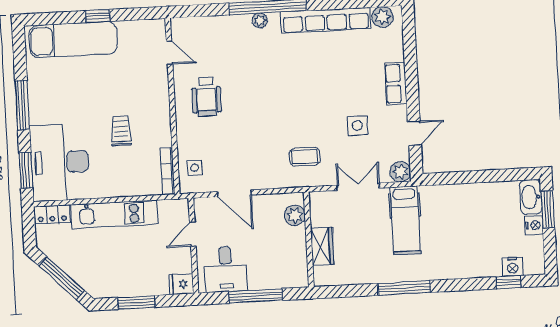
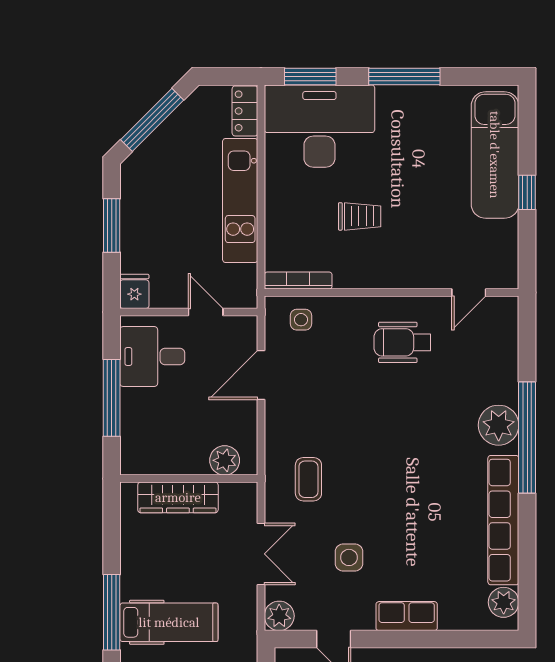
plant: (260, 21) -> (499, 425), width x1.88, depth x1.88
hospital bed: (405, 220) -> (169, 622), moved, turned 180
wardrobe: (322, 246) -> (178, 497), width x1.50

